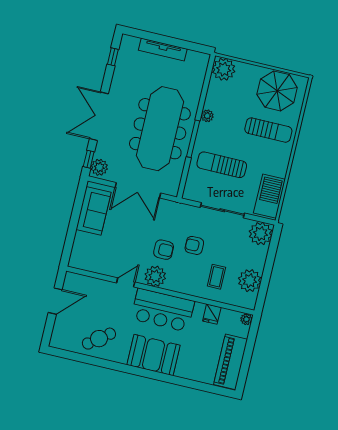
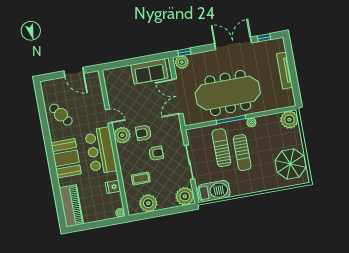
double door: (99, 116) -> (233, 43), moved
sun lounger: (268, 130) -> (242, 153), moved
armchair: (194, 245) -> (156, 153), turned 90
armchair: (164, 250) -> (144, 133), turned 90
piano: (231, 362) -> (71, 206), moved, turned 90

